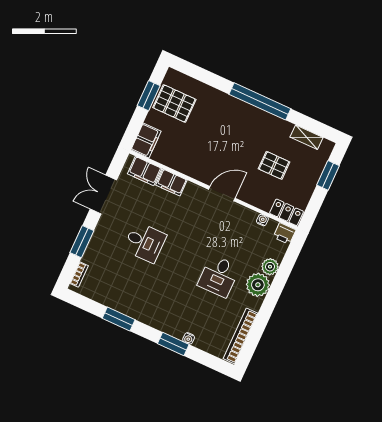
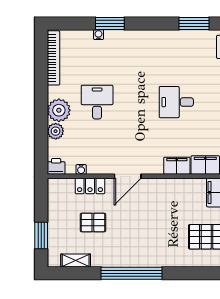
locker: (287, 212) -> (90, 186), moved
window: (119, 319) -> (194, 24), moved

